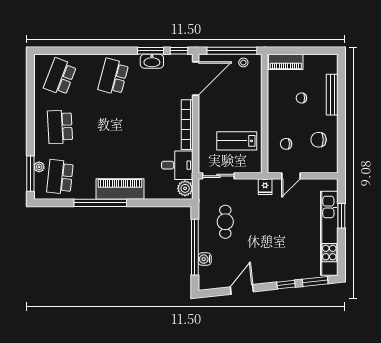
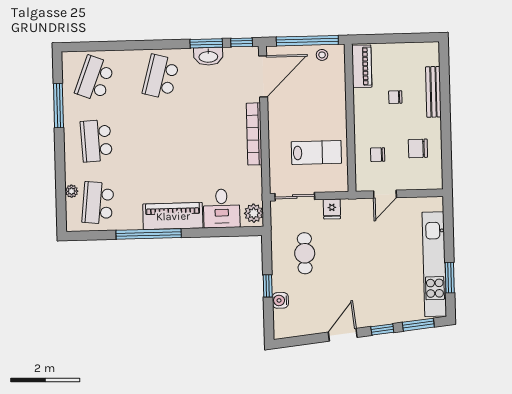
piano: (286, 62) -> (362, 66), moved, turned -90
lab bench: (237, 141) -> (316, 152), turned 180
desk: (177, 165) -> (222, 208), moved, turned 90
window: (30, 174) -> (58, 106), moved
fridge: (265, 187) -> (332, 209), moved
window: (341, 216) -> (450, 278), moved
window: (195, 247) -> (268, 286), width x0.32
door: (242, 289) -> (343, 335), moved

